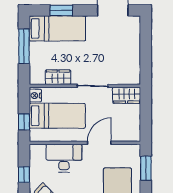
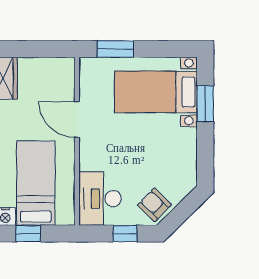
window: (24, 122) -> (28, 234), moved
desk: (64, 158) -> (100, 199), moved

